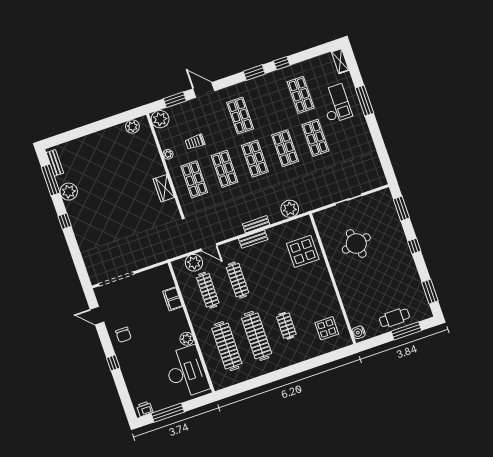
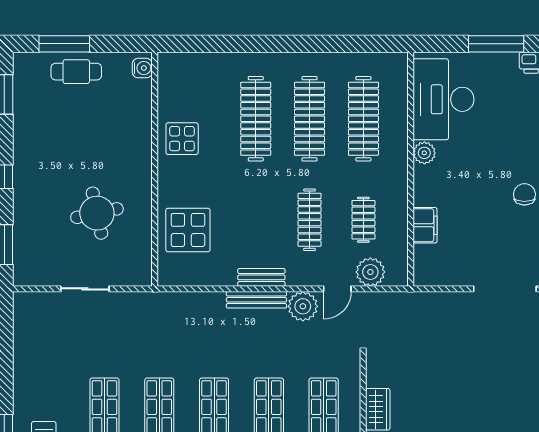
plant: (290, 209) -> (303, 306), moved
bench: (256, 224) -> (256, 300), width x1.36
door: (209, 247) -> (337, 289), swing flipped
clothes rail: (208, 290) -> (363, 220), width x0.73
clothes rail: (286, 326) -> (256, 119), width x1.86, depth x1.31
display table: (327, 328) -> (182, 139), moved

